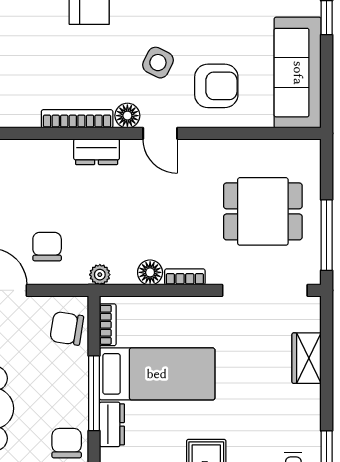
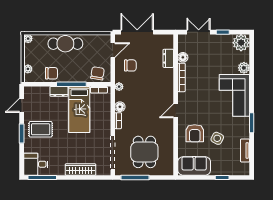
side table: (158, 63) -> (217, 138), moved
sofa: (298, 73) -> (194, 166), width x0.73
floor lamp: (127, 116) -> (183, 57), moved
dresser: (97, 152) -> (168, 58), moved
wardrobe: (307, 358) -> (81, 170), width x1.50

